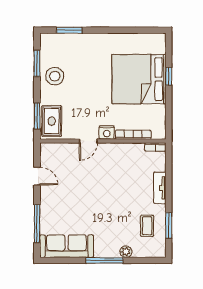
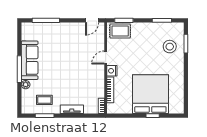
stool: (55, 76) -> (170, 47), moved
door: (88, 141) -> (106, 57), hinge flipped
door: (37, 176) -> (92, 20), moved
sofa: (67, 246) -> (30, 60), moved

